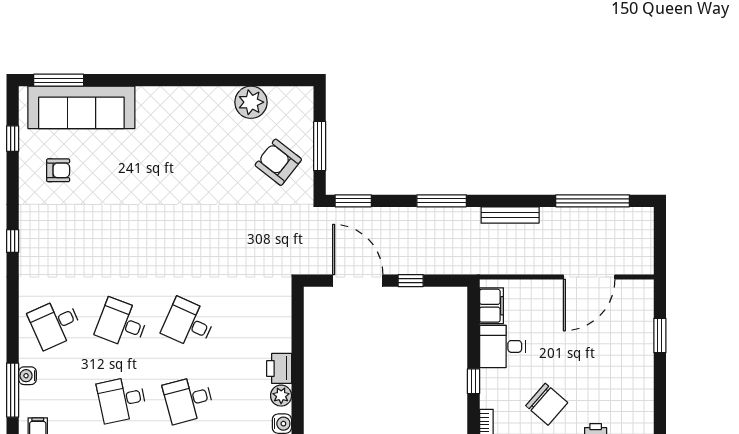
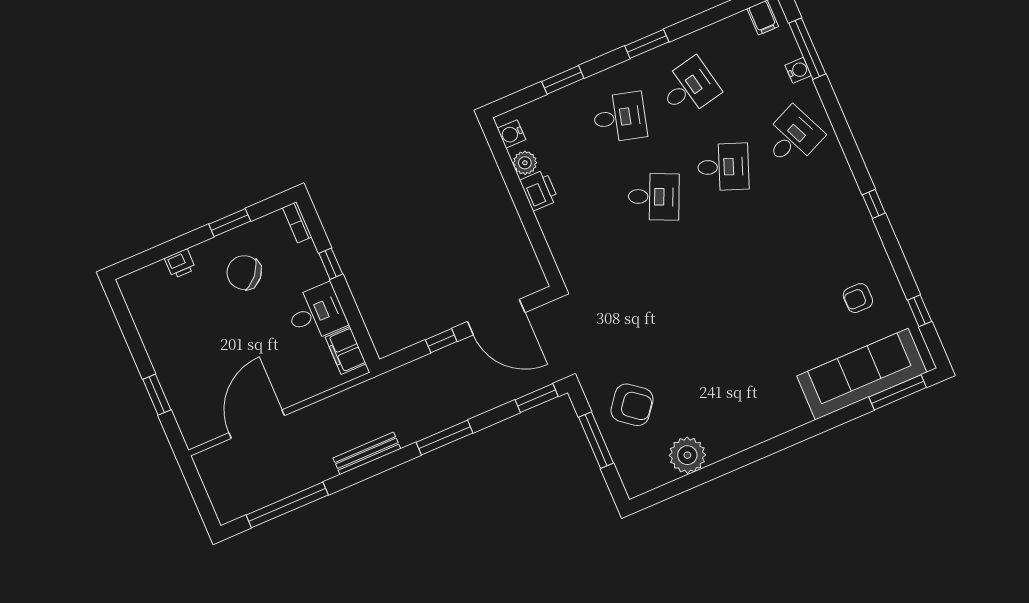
desk: (188, 400) -> (620, 117), turned 30

